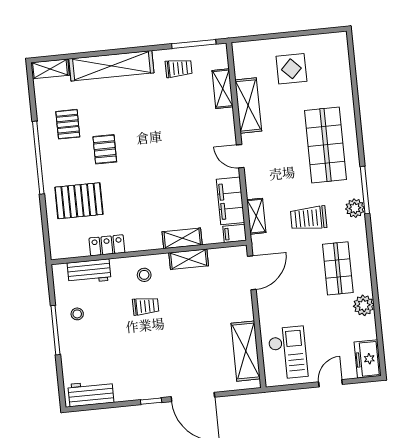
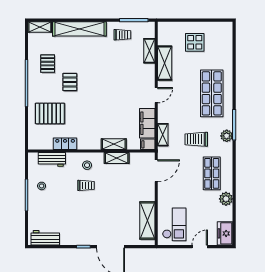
door: (240, 156) -> (156, 95), swing flipped

